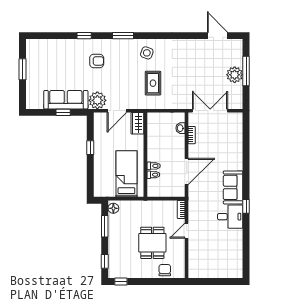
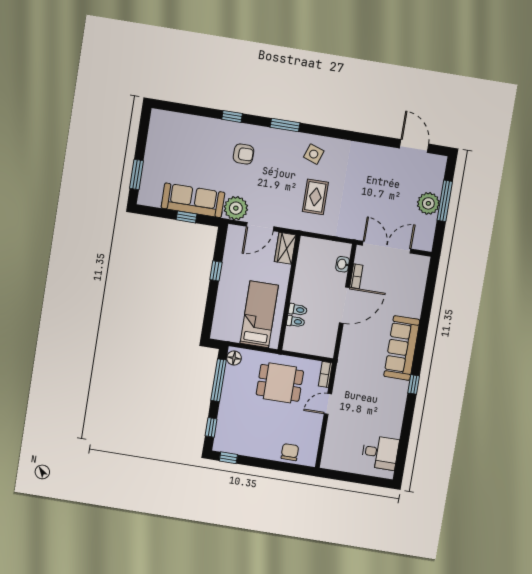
window: (22, 69) -> (136, 174), moved
door: (187, 171) -> (344, 305), moved
sofa: (233, 187) -> (402, 348), width x1.36
desk: (230, 217) -> (380, 453), moved
window: (105, 226) -> (219, 380), width x1.44
dining table: (152, 243) -> (280, 383), moved, turned 90

